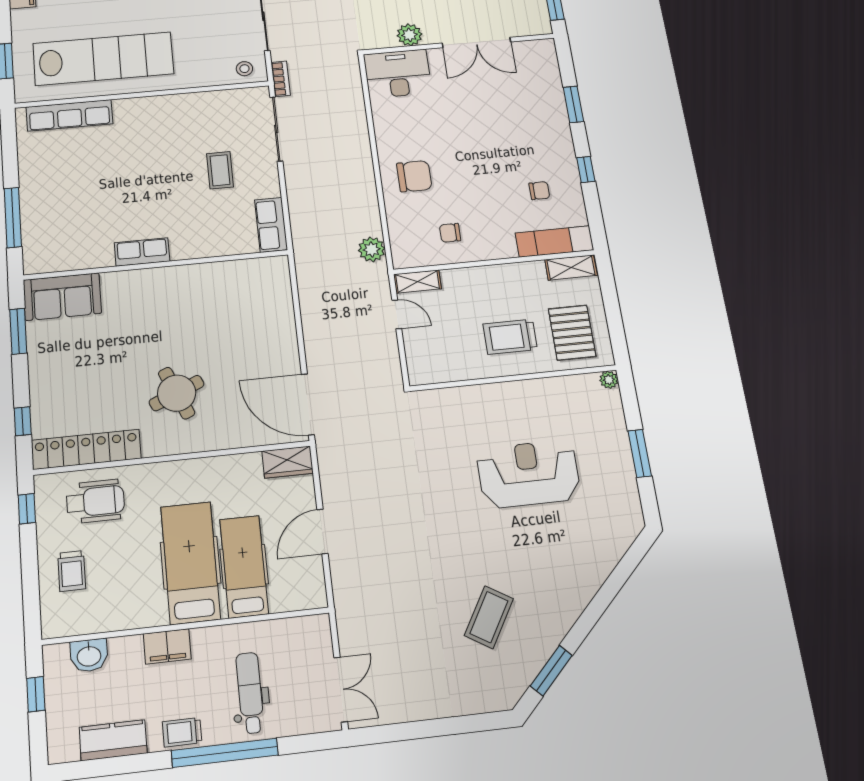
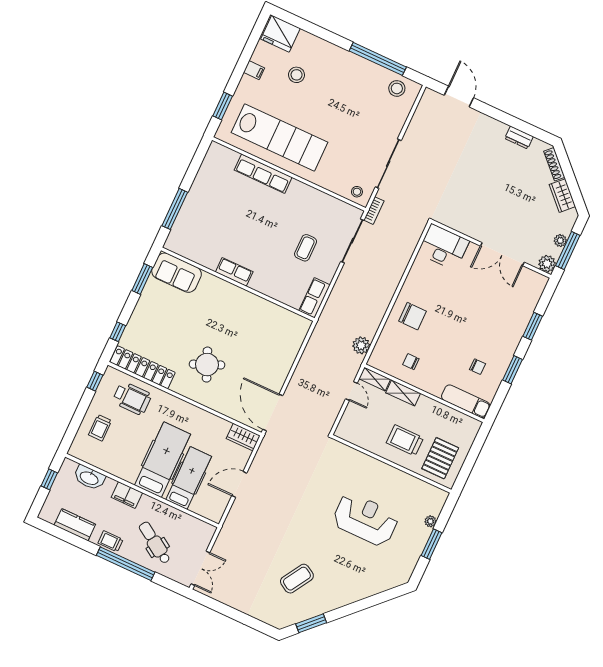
plant: (409, 35) -> (547, 264), moved
row of seats: (69, 115) -> (263, 174), moved
window: (586, 170) -> (512, 370), width x1.50
shelving: (571, 267) -> (403, 393), moved
plant: (609, 380) -> (430, 521), moved
washbasin: (89, 655) -> (89, 478), width x1.38
dental chair: (250, 693) -> (155, 543), turned -57

